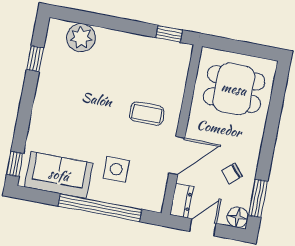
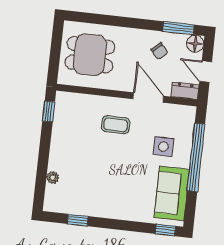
plant: (81, 38) -> (53, 178), width x0.53, depth x0.53
dining table: (234, 89) -> (90, 55), turned 90
coffee table: (147, 114) -> (116, 125), turned 90

